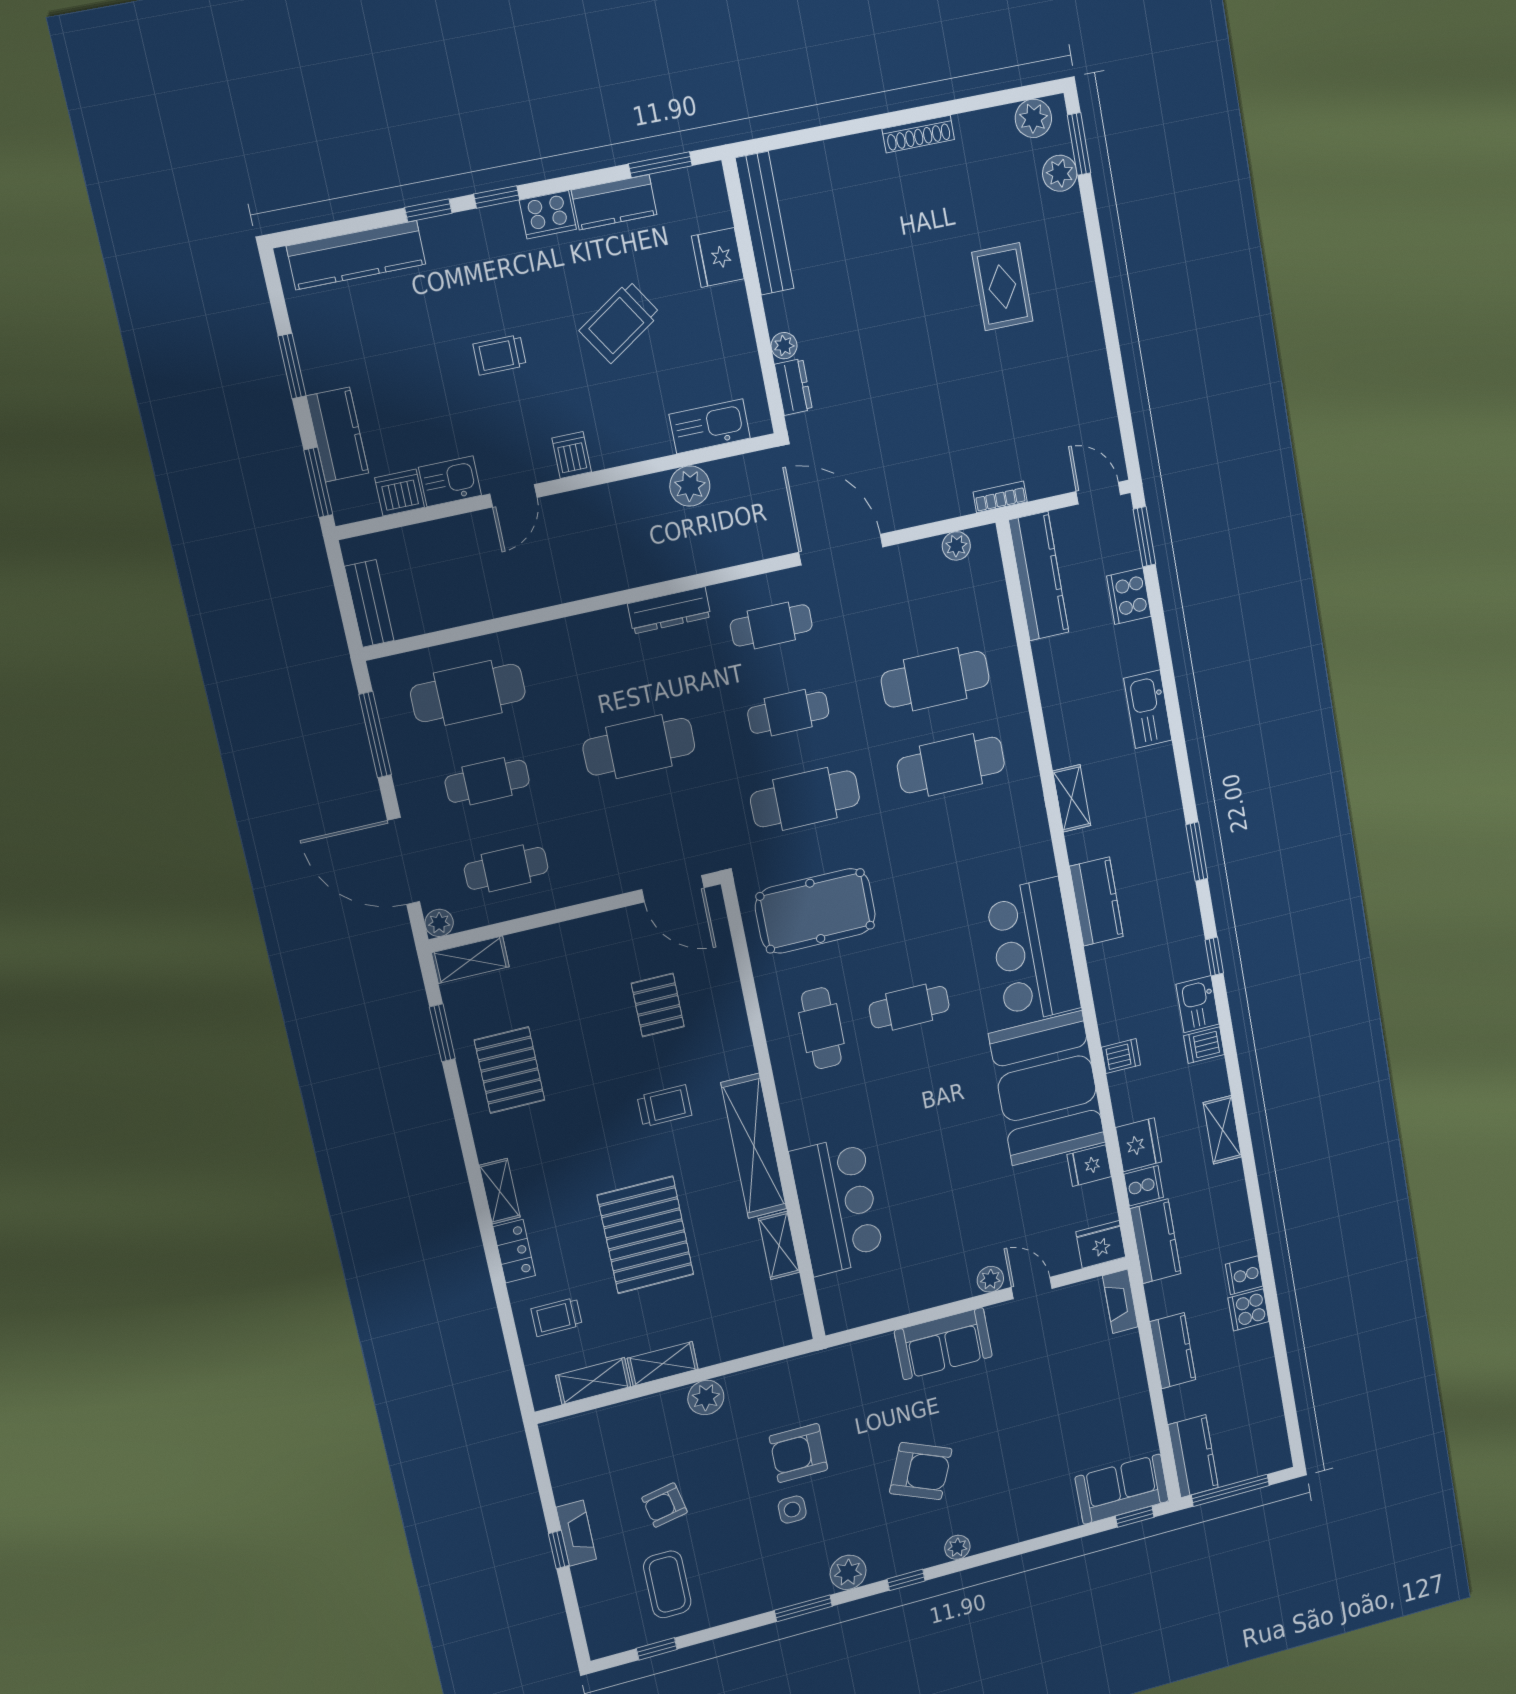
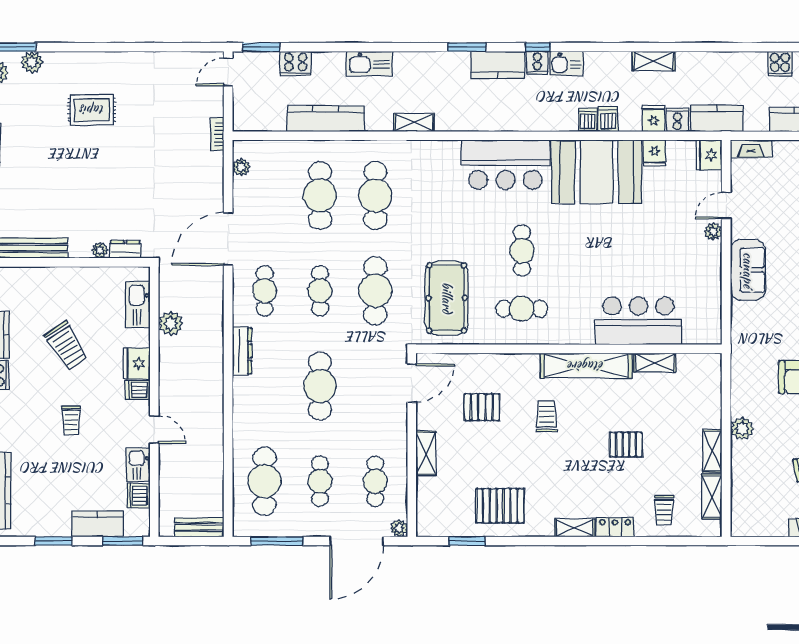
fridge: (718, 257) -> (137, 364), moved, turned 90
kitchen counter: (1039, 576) -> (326, 119), moved
kitchen counter: (1096, 901) -> (498, 65), moved, turned 180
shelving: (470, 960) -> (426, 453), moved
dishwasher: (1204, 1045) -> (608, 119), moved, turned 180
fridge: (1139, 1145) -> (653, 118), width x0.72
pallet: (645, 1235) -> (626, 445), width x0.49, depth x0.50
cooker: (1244, 1275) -> (537, 63), moved

